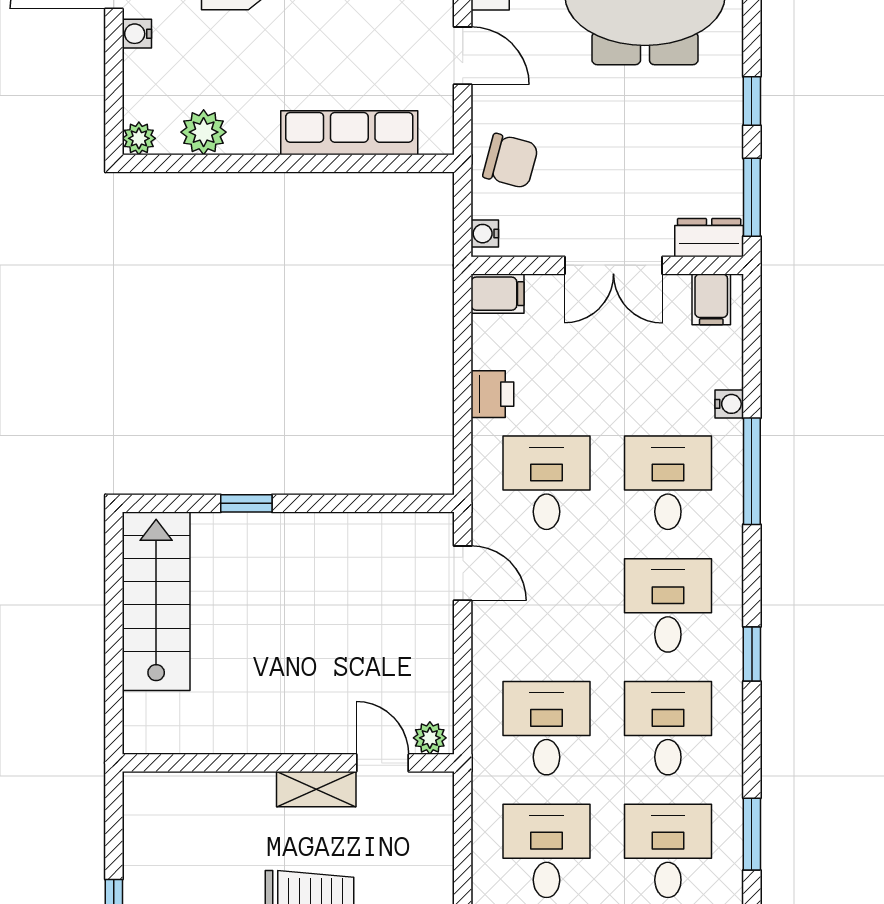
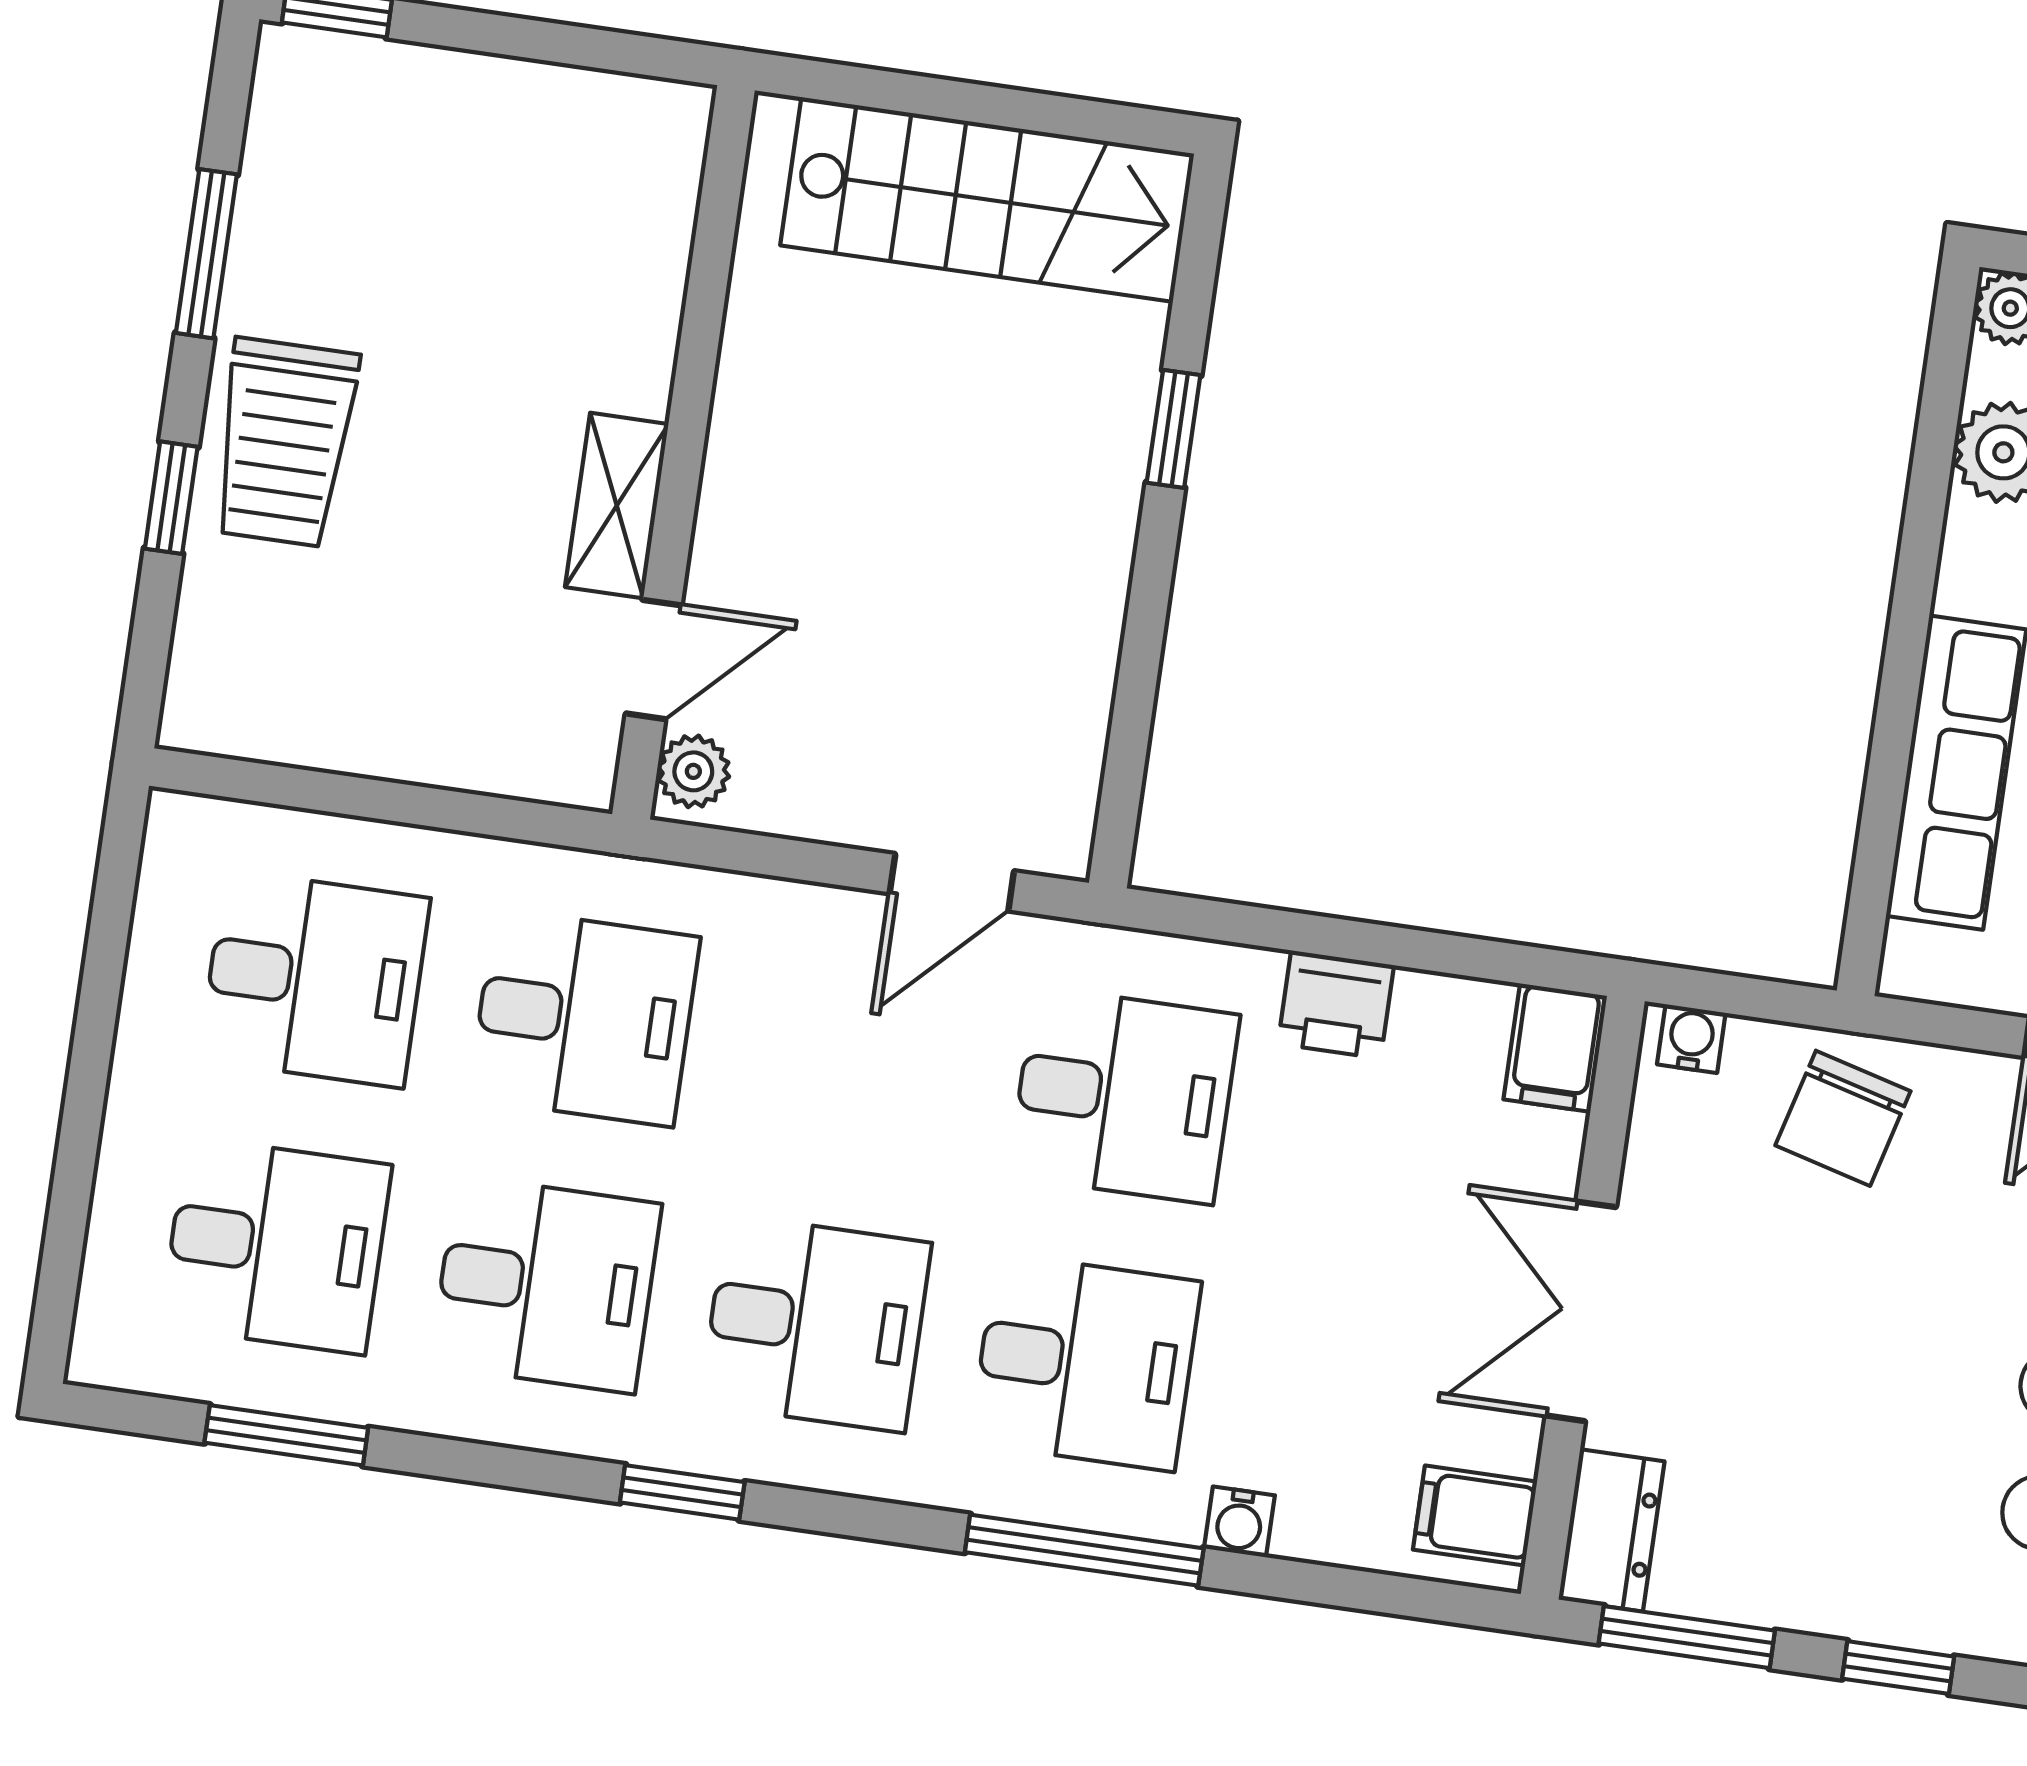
plant: (430, 738) -> (693, 771), moved
wall: (288, 763) -> (684, 452), moved
door: (382, 763) -> (654, 659), moved
shelving: (316, 789) -> (617, 506), moved

